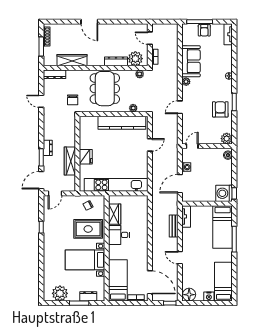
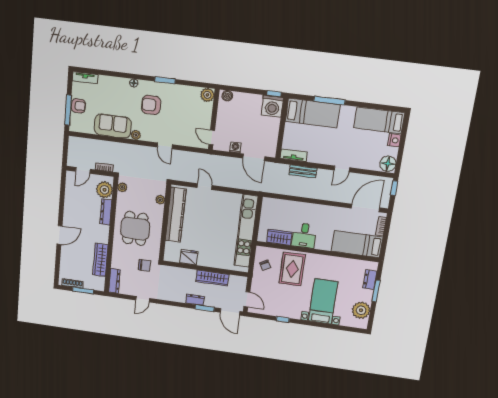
dining table: (105, 89) -> (135, 228), width x0.73
armchair: (220, 109) -> (151, 105), moved
fridge: (86, 157) -> (189, 257), moved
bed with nightstands: (85, 260) -> (323, 301), moved, turned 180

